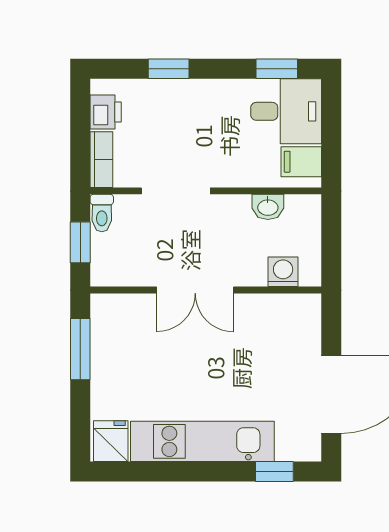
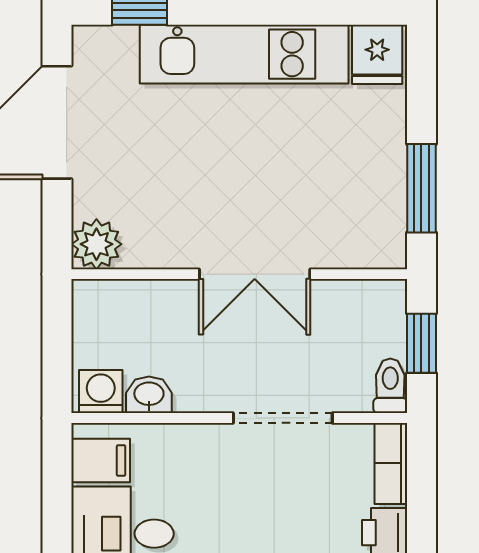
washing machine: (283, 272) -> (101, 392), moved, turned 180
double door: (195, 290) -> (255, 274), swing flipped
plant: (304, 311) -> (96, 244), added

